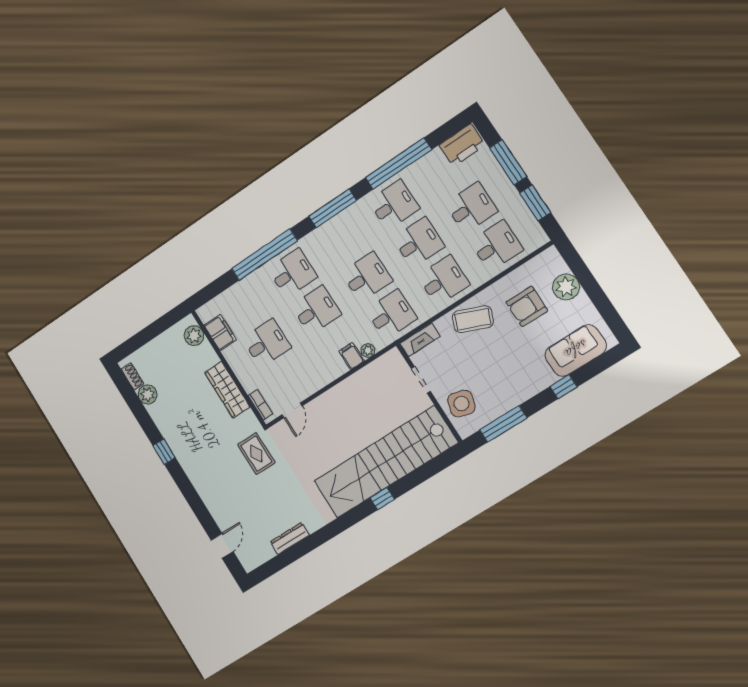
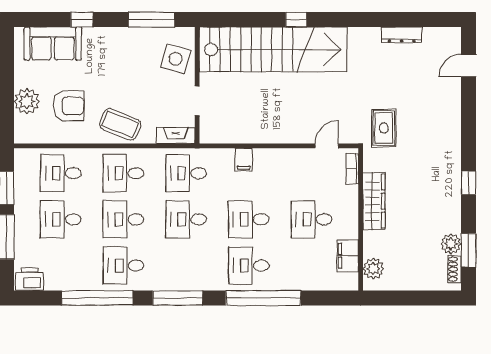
printer: (462, 145) -> (29, 279), width x0.73, depth x0.84
plant: (368, 350) -> (226, 155), removed
window: (131, 398) -> (469, 250), added

